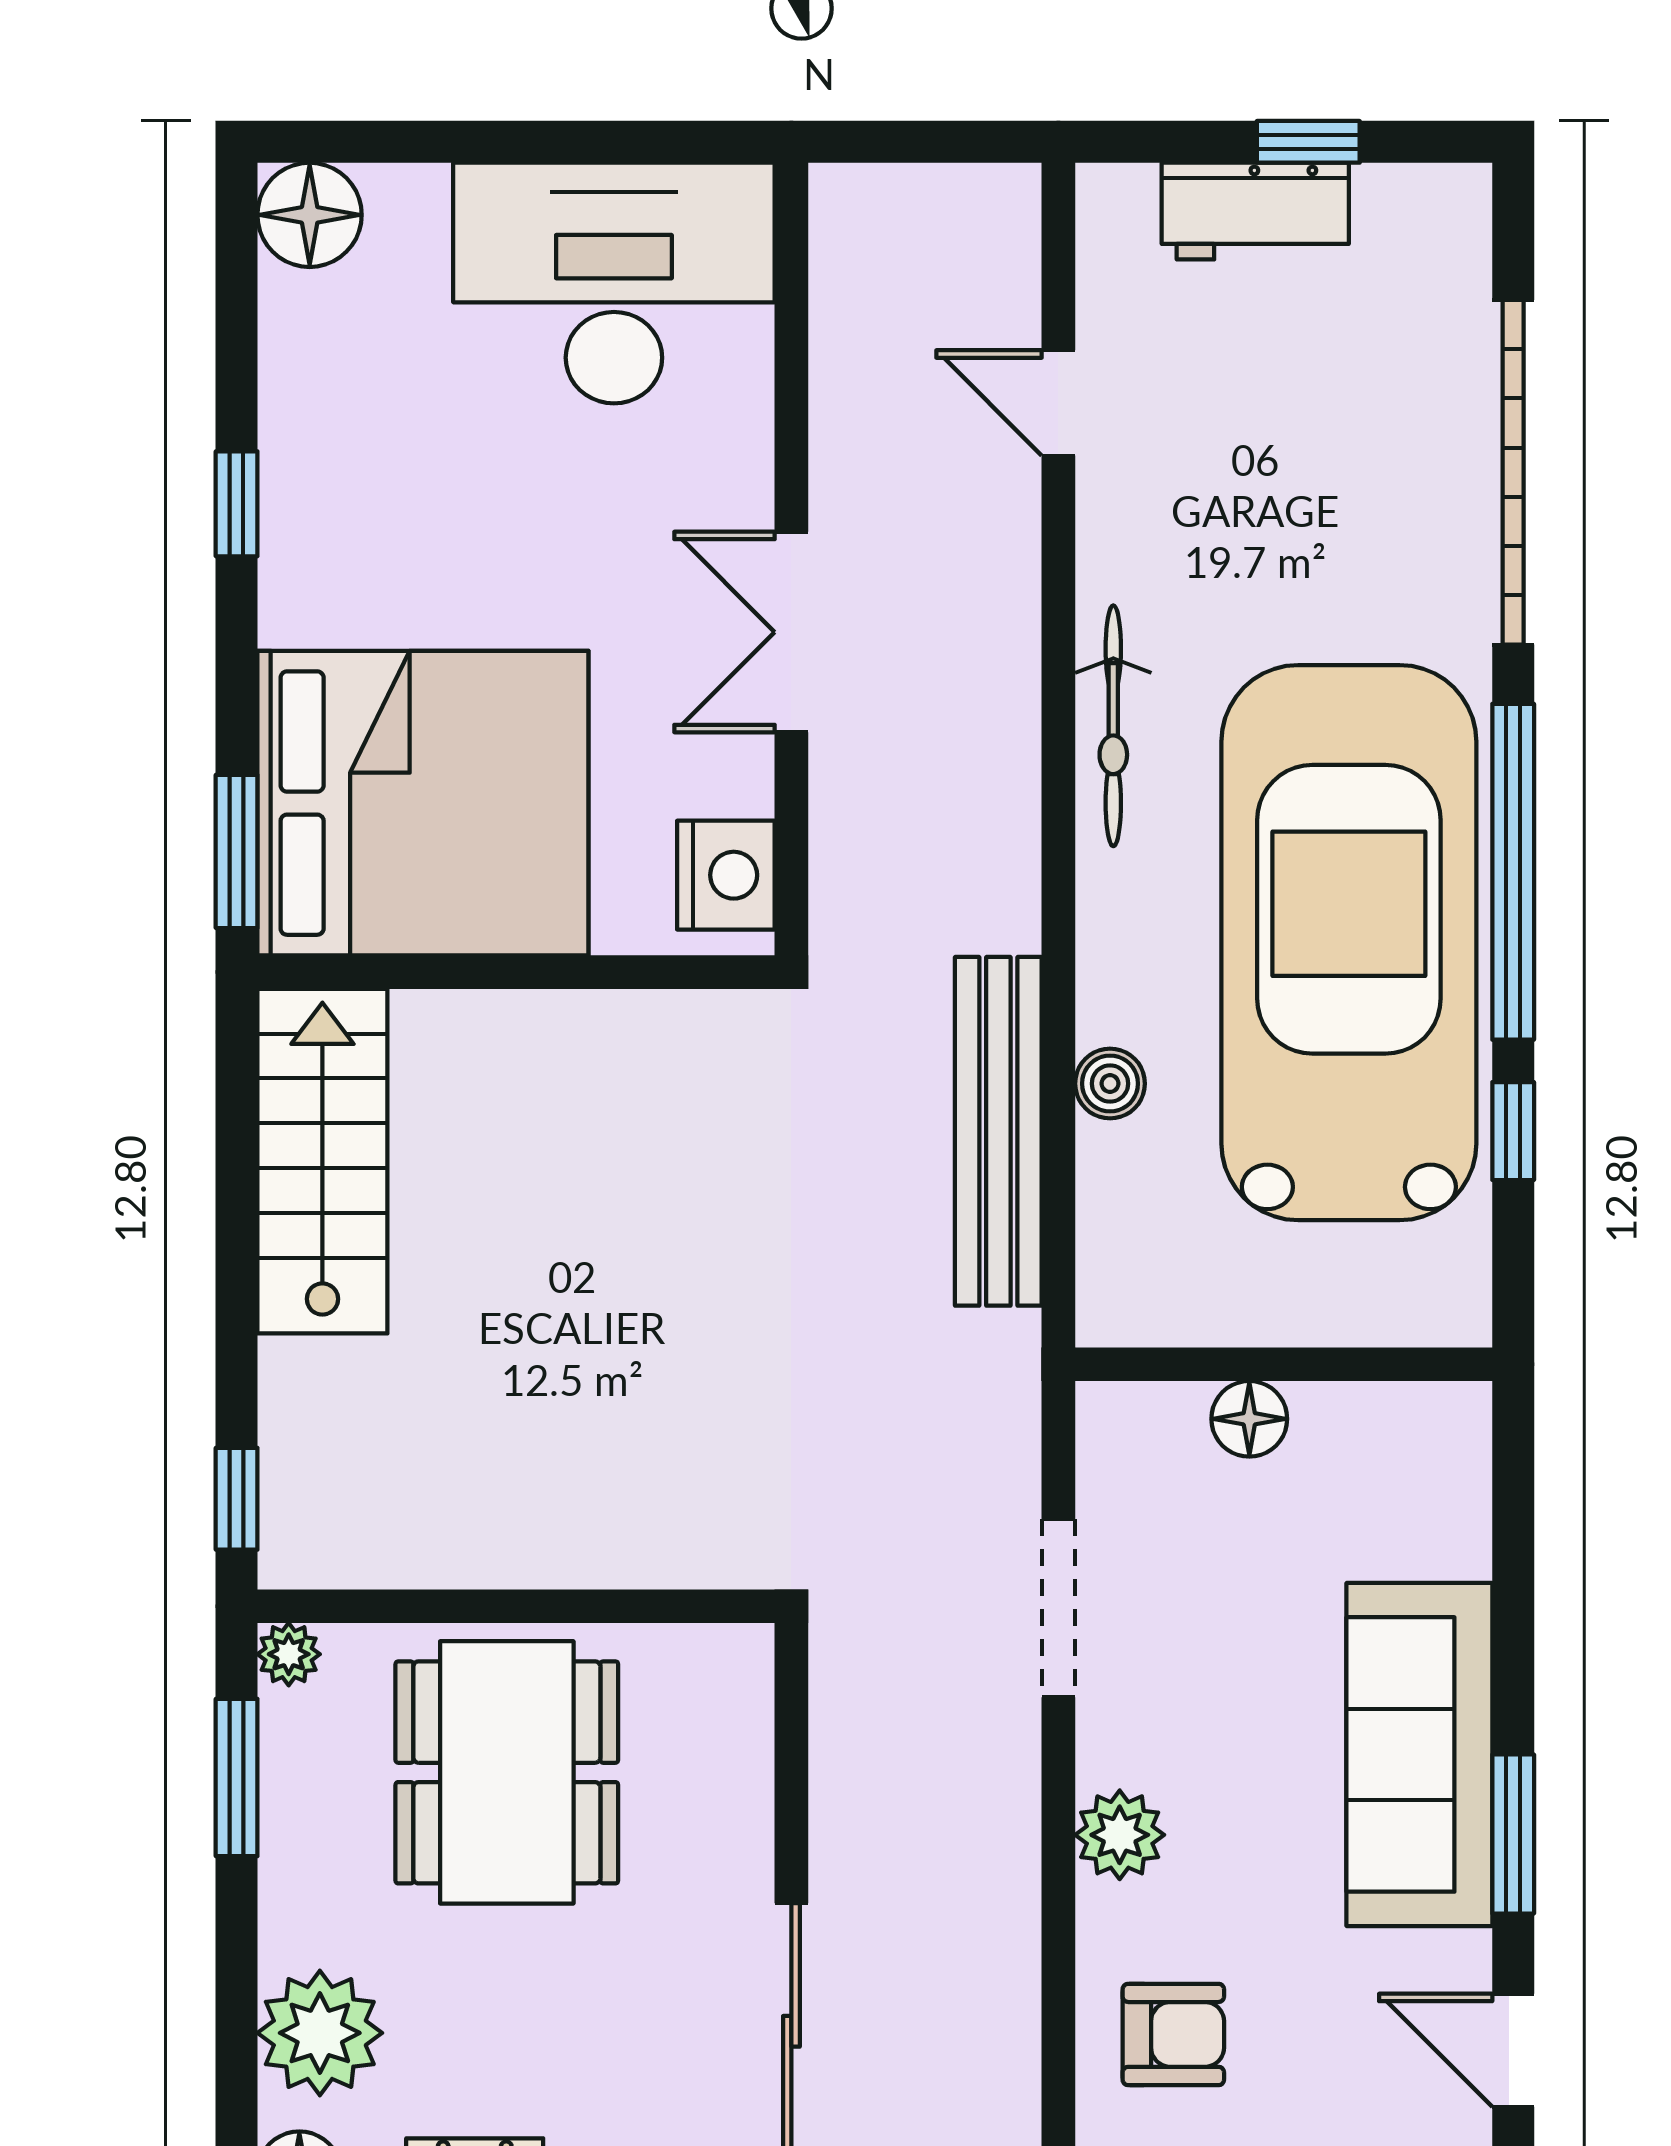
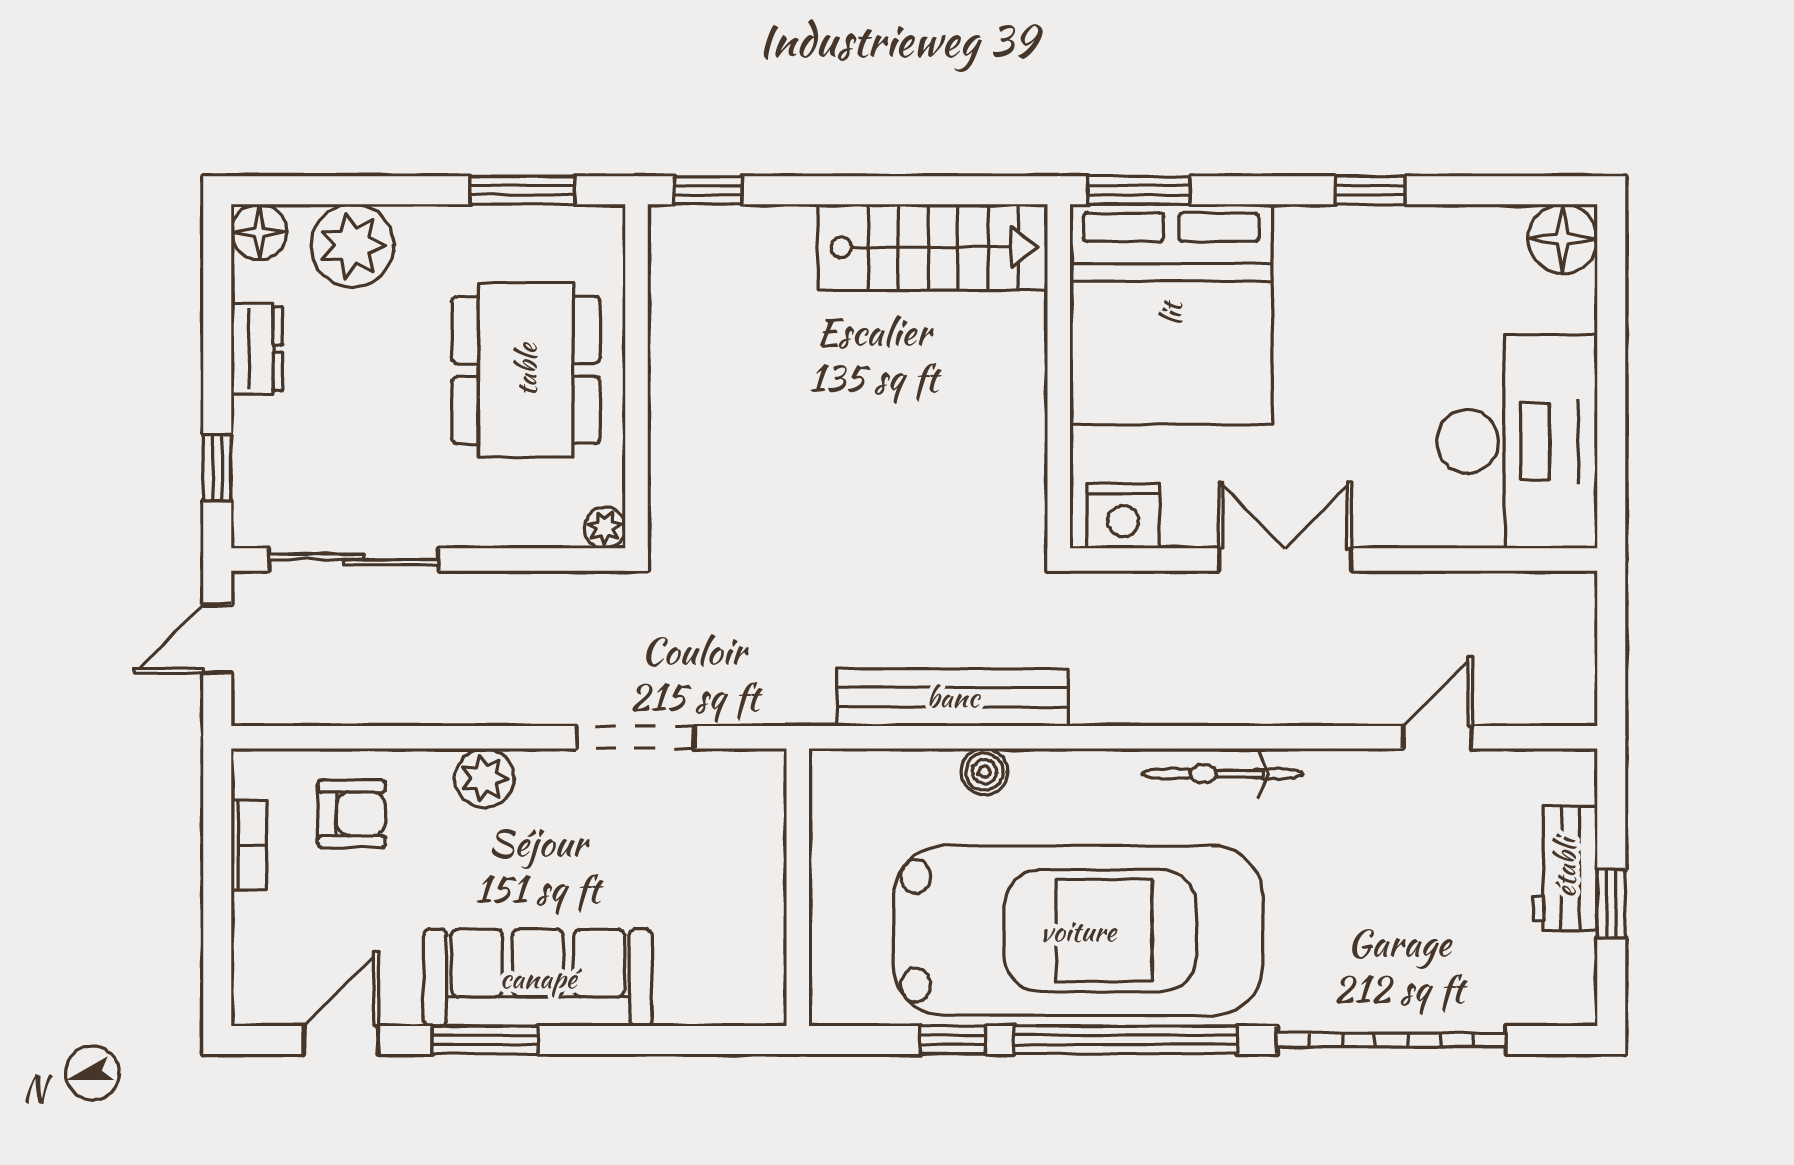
floor lamp: (1249, 1419) -> (761, 864), removed
plant: (289, 1654) -> (605, 528), moved
dining table: (507, 1772) -> (526, 370), turned 90
armchair: (1173, 2034) -> (352, 814), turned -90

